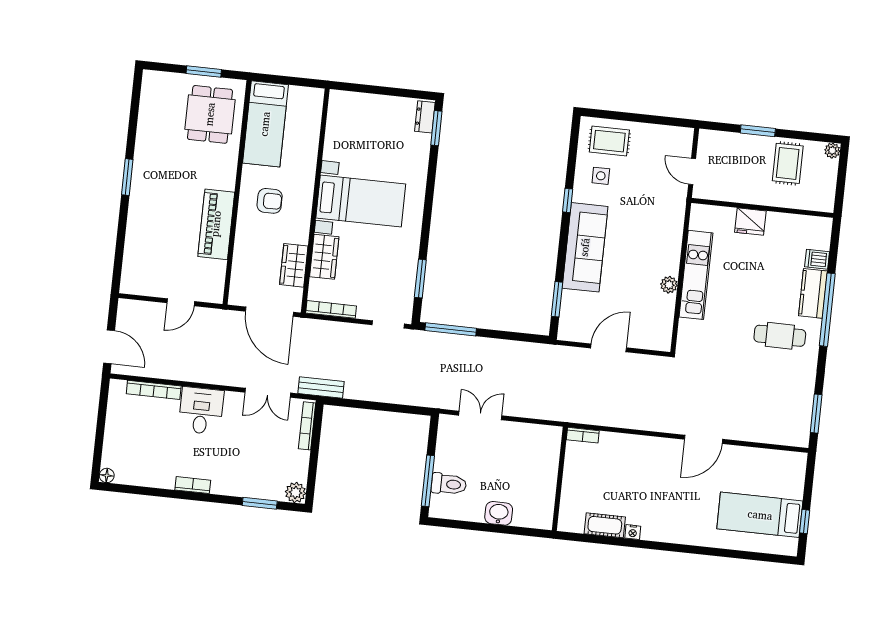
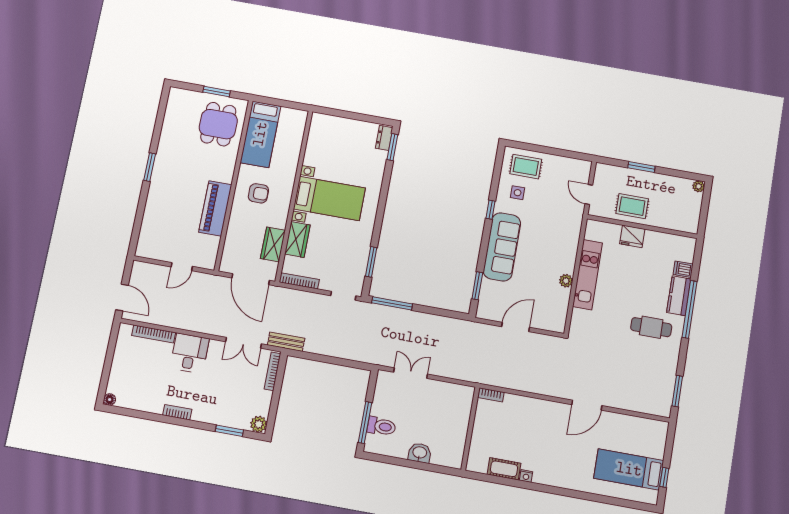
rug: (788, 163) -> (632, 206), moved, turned 90

